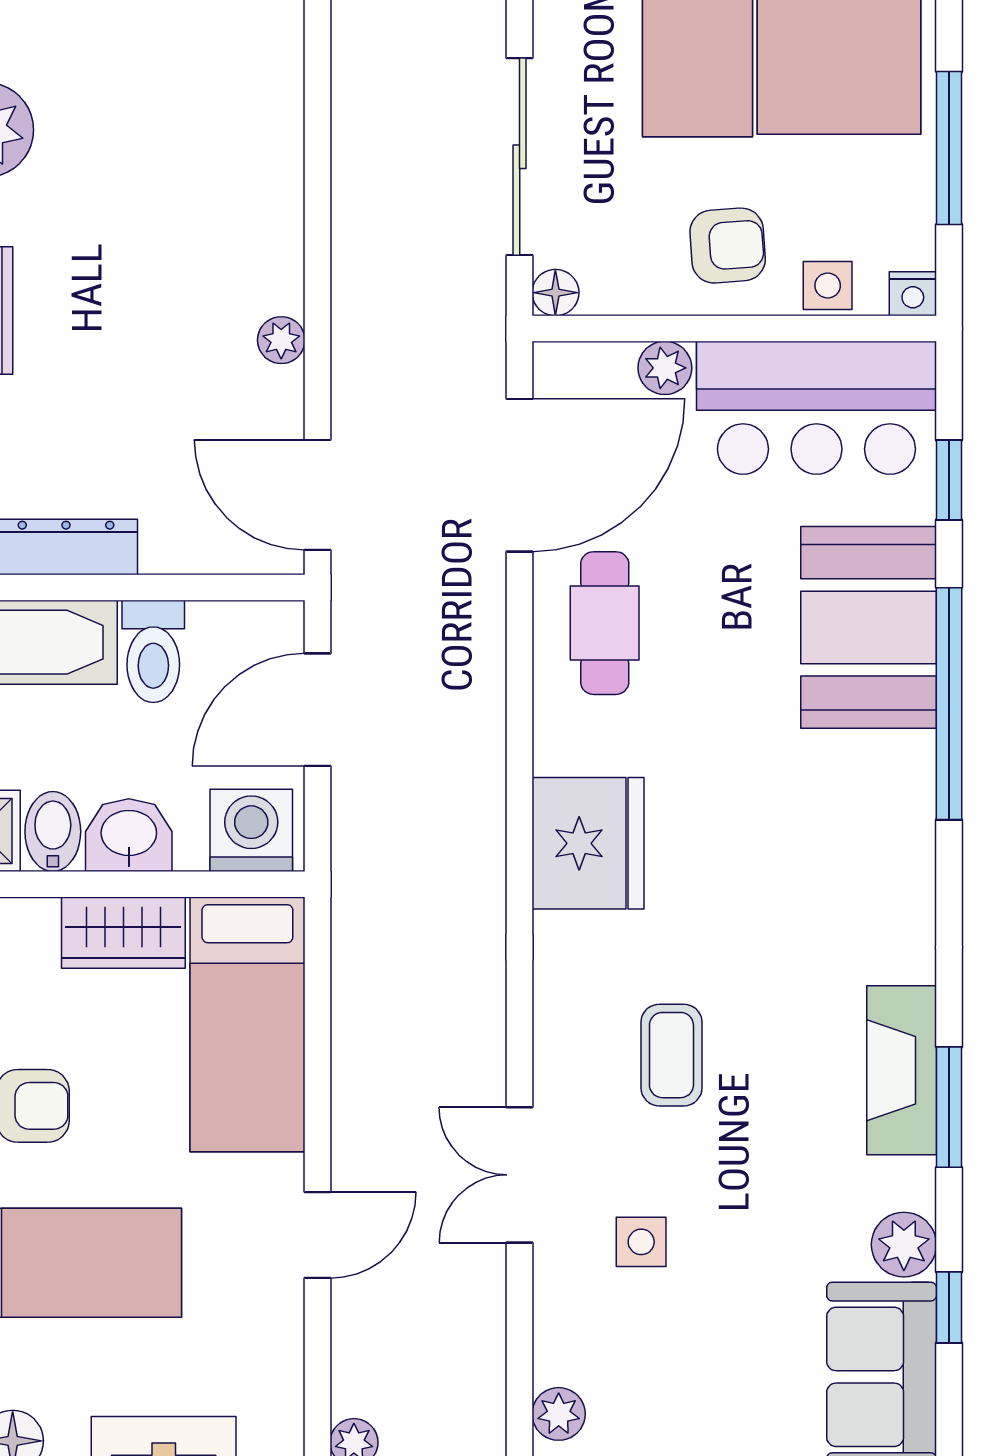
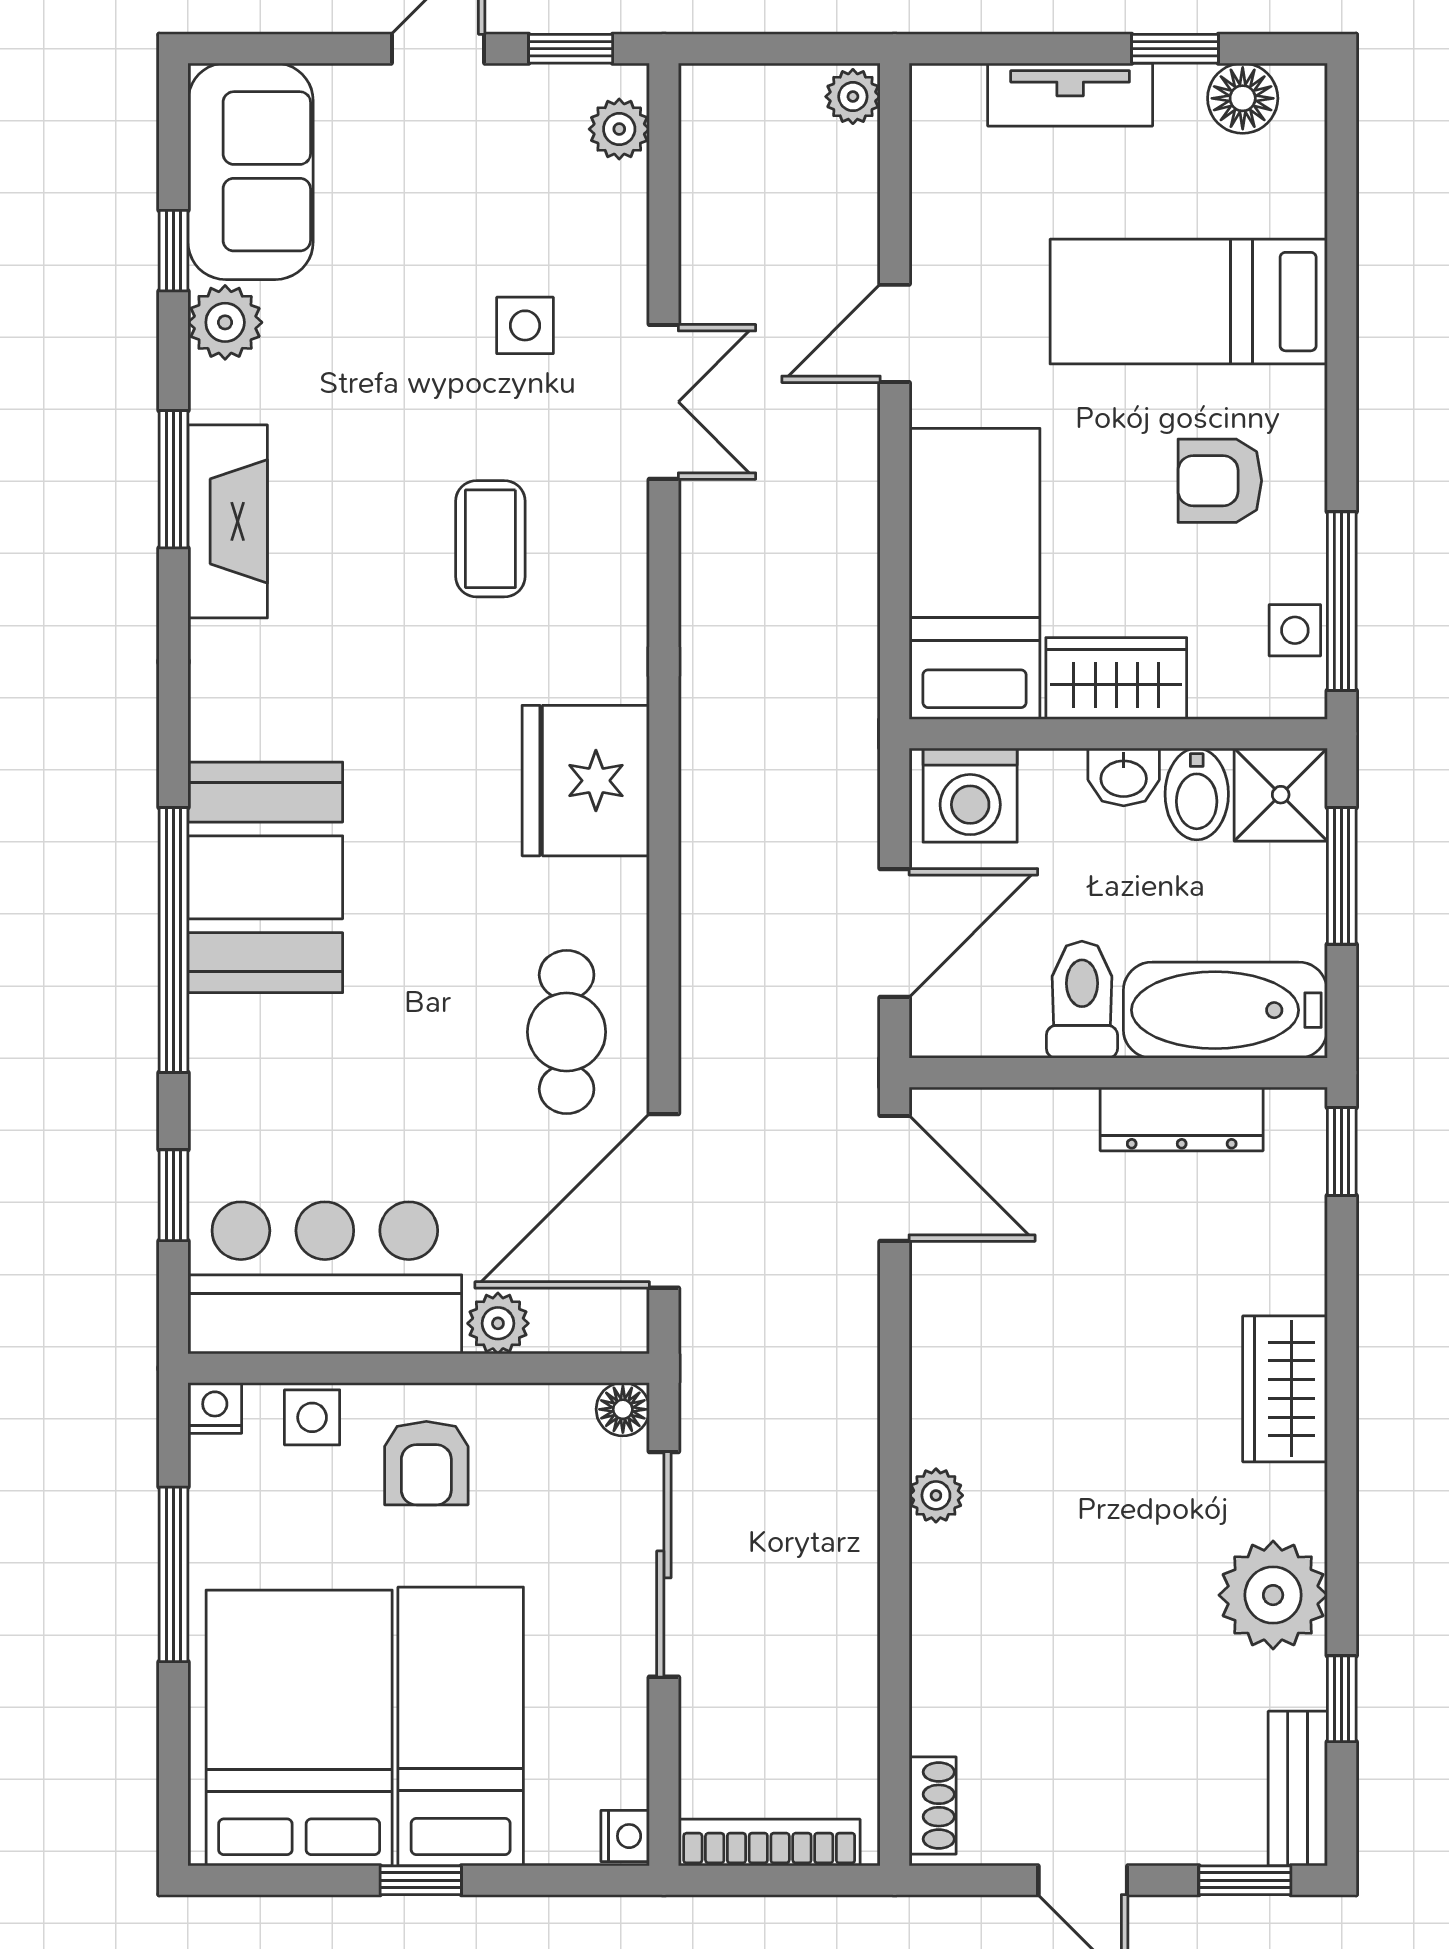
armchair: (728, 246) -> (426, 1463), turned -86
plant: (281, 340) -> (936, 1495), moved
booth: (869, 627) -> (265, 877), moved
washbasin: (129, 835) -> (1124, 777), width x0.72, depth x0.69

